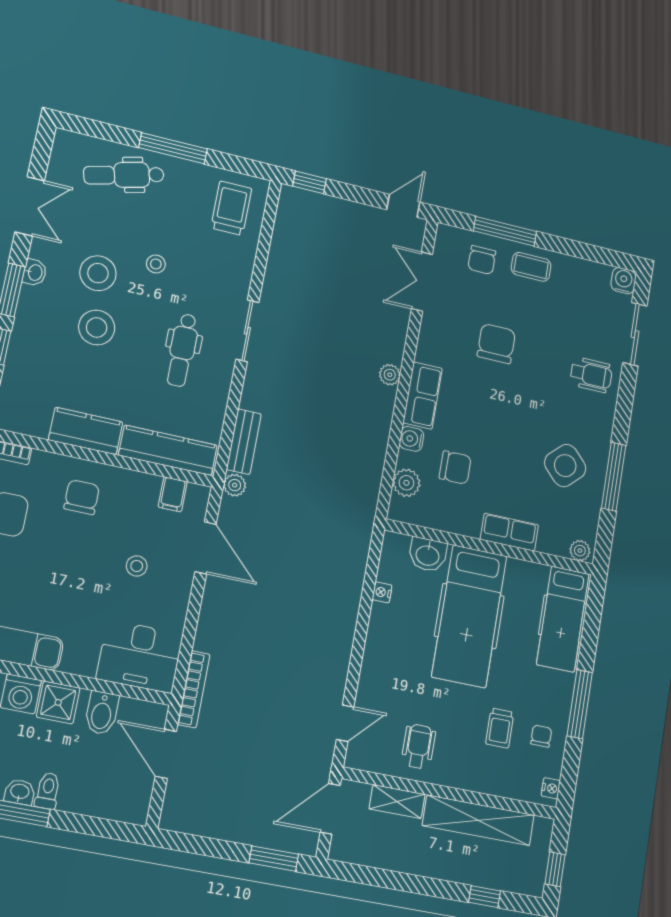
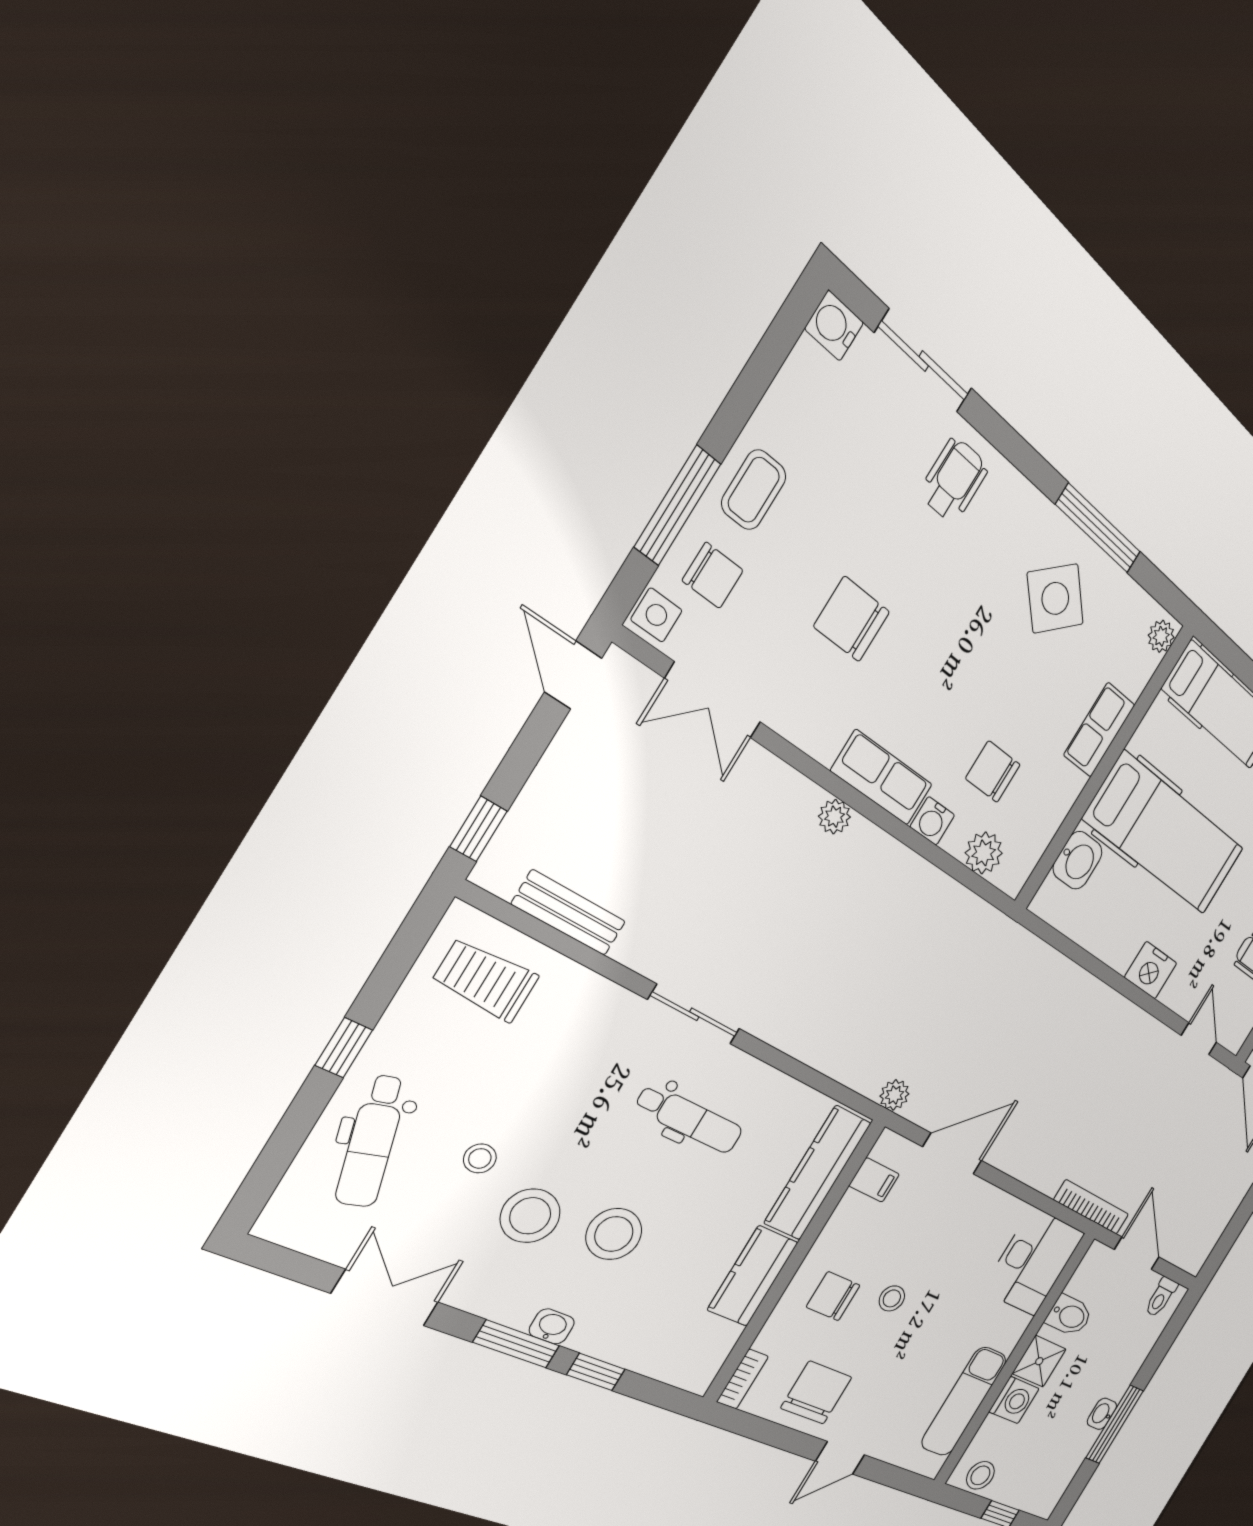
window: (173, 148) -> (344, 1048), width x0.46
side table: (450, 238) -> (656, 615), added
stool: (156, 264) -> (480, 1158), moved
washbasin: (35, 272) -> (552, 1326), moved
bench: (244, 442) -> (569, 913), moved
chair: (455, 468) -> (993, 772), turned -90
stool: (137, 566) -> (892, 1298), moved
nightstand: (382, 592) -> (1151, 970), moved, width x1.89, depth x1.79
door: (166, 754) -> (1137, 1253), swing flipped
toilet: (48, 791) -> (1161, 1297), moved, turned -90

